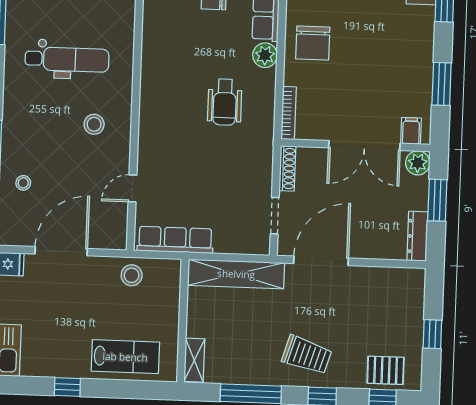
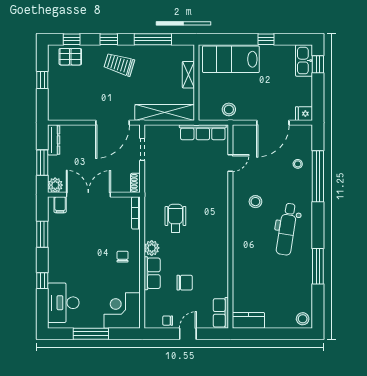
chair: (313, 43) -> (123, 257), width x0.54, depth x0.54
dental chair: (67, 59) -> (287, 229), moved, turned -81
shoe rack: (287, 168) -> (135, 183), width x0.70
lab bench: (125, 357) -> (231, 59), width x1.36, depth x1.39
shelving: (194, 360) -> (188, 75), moved

